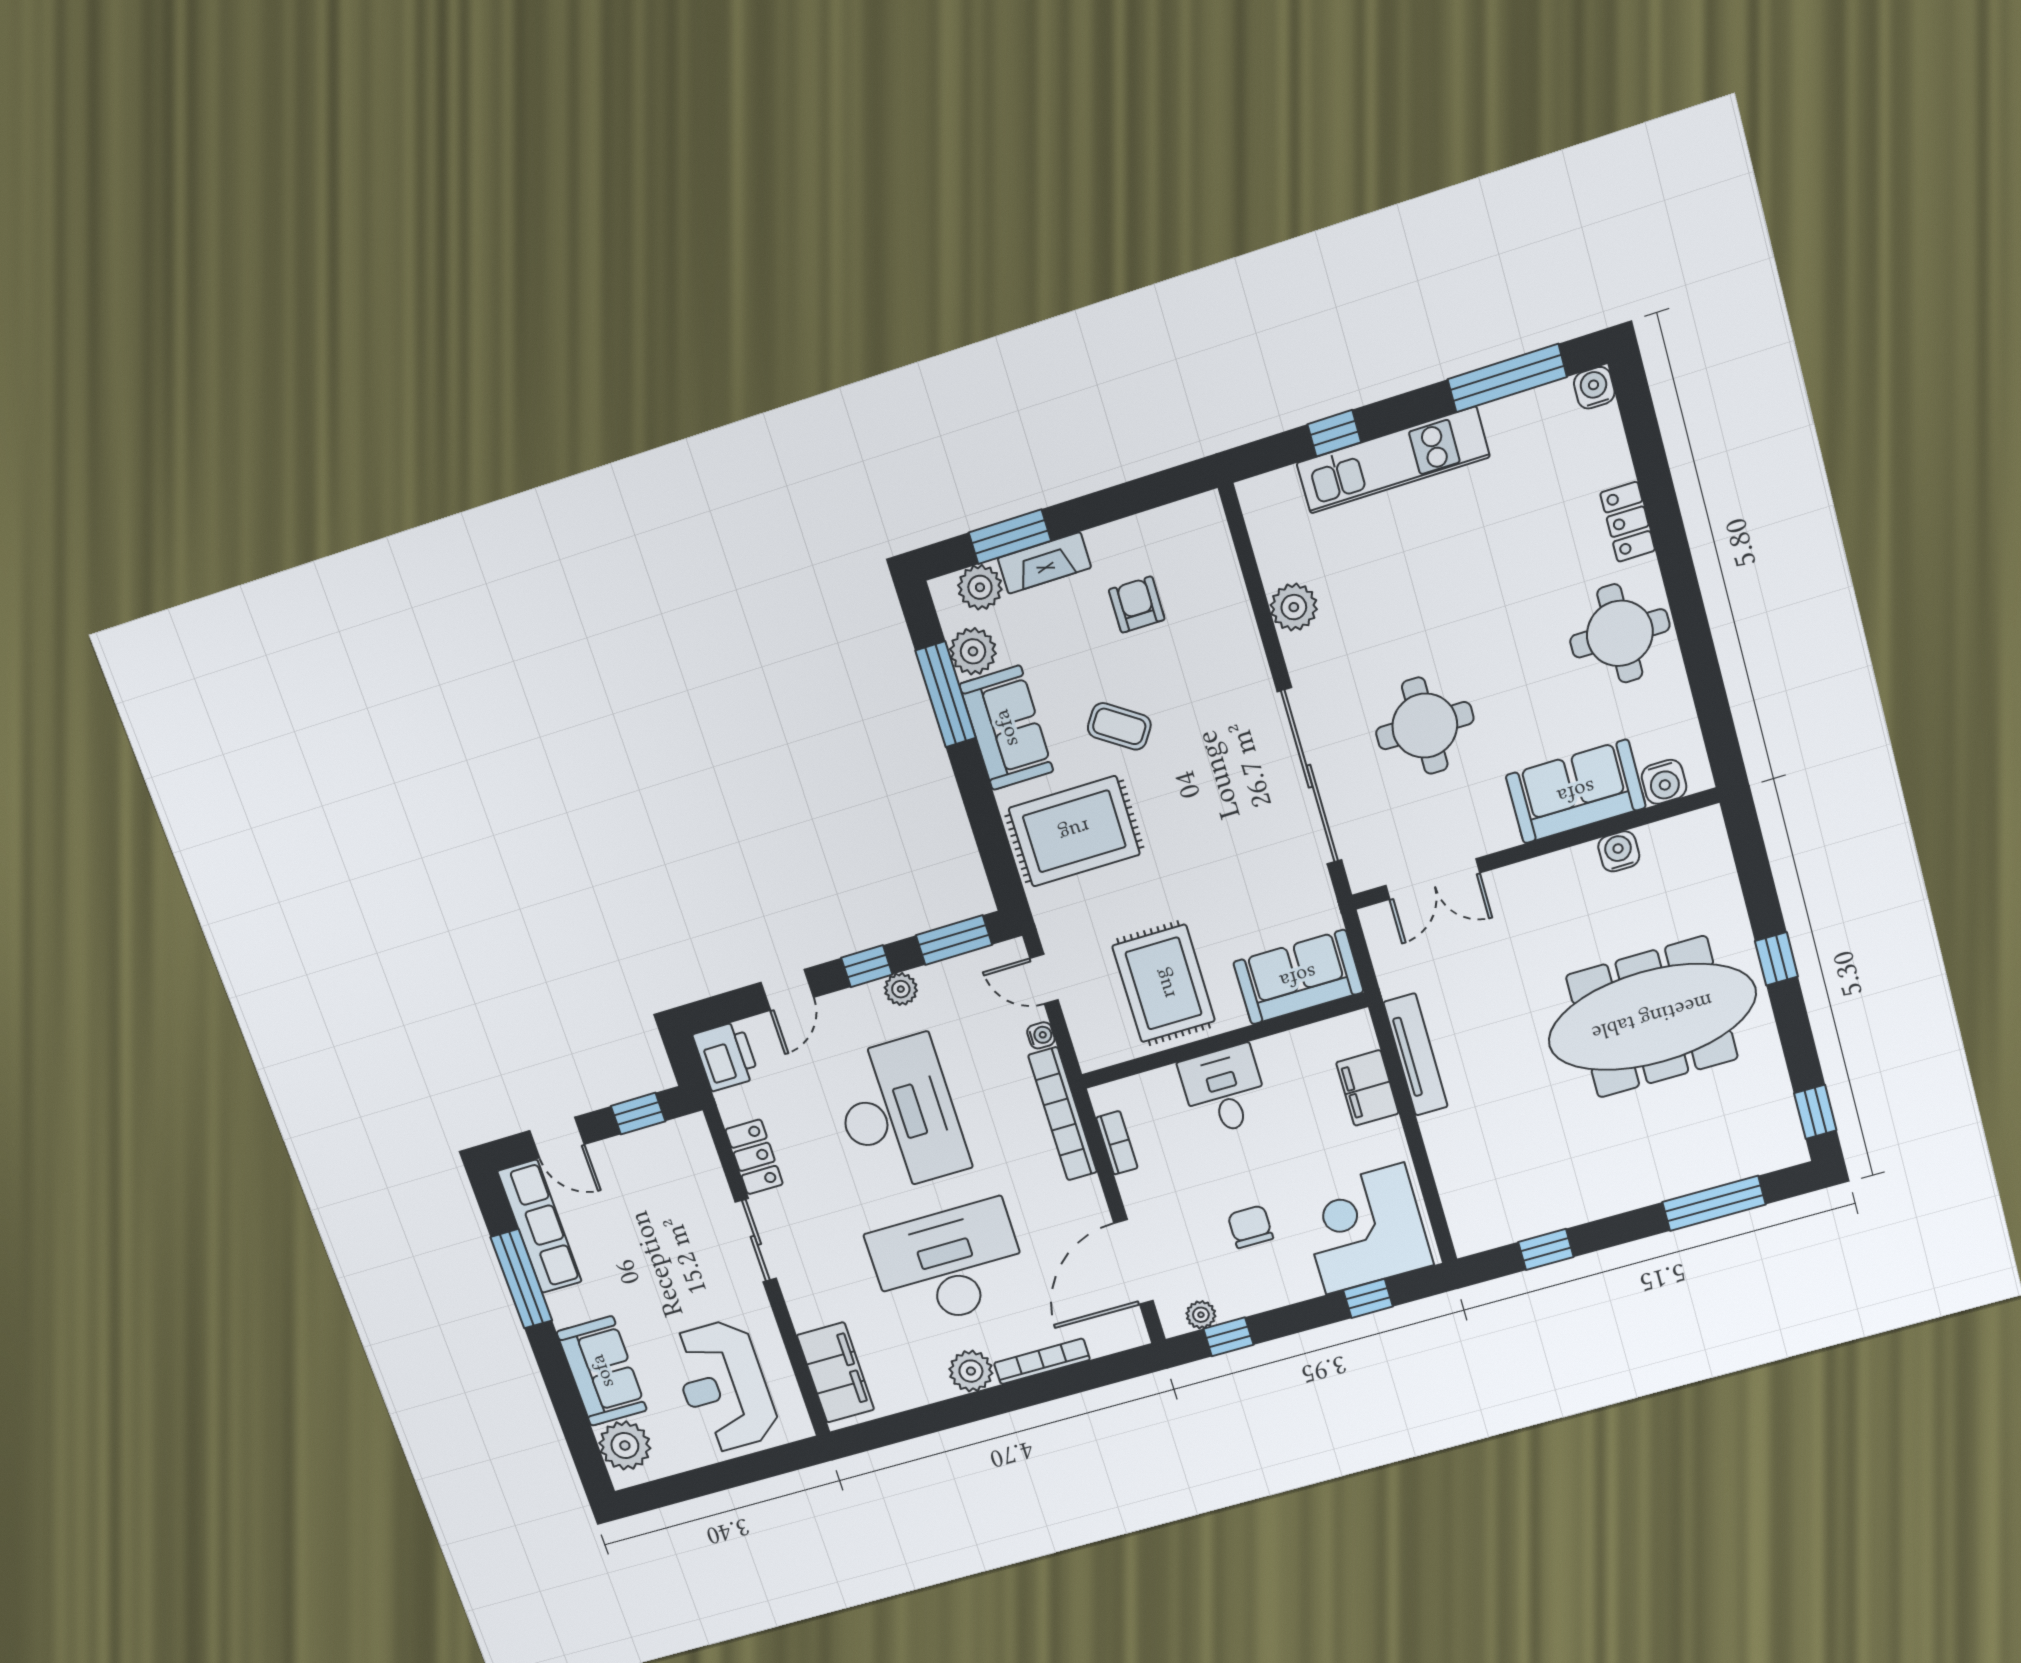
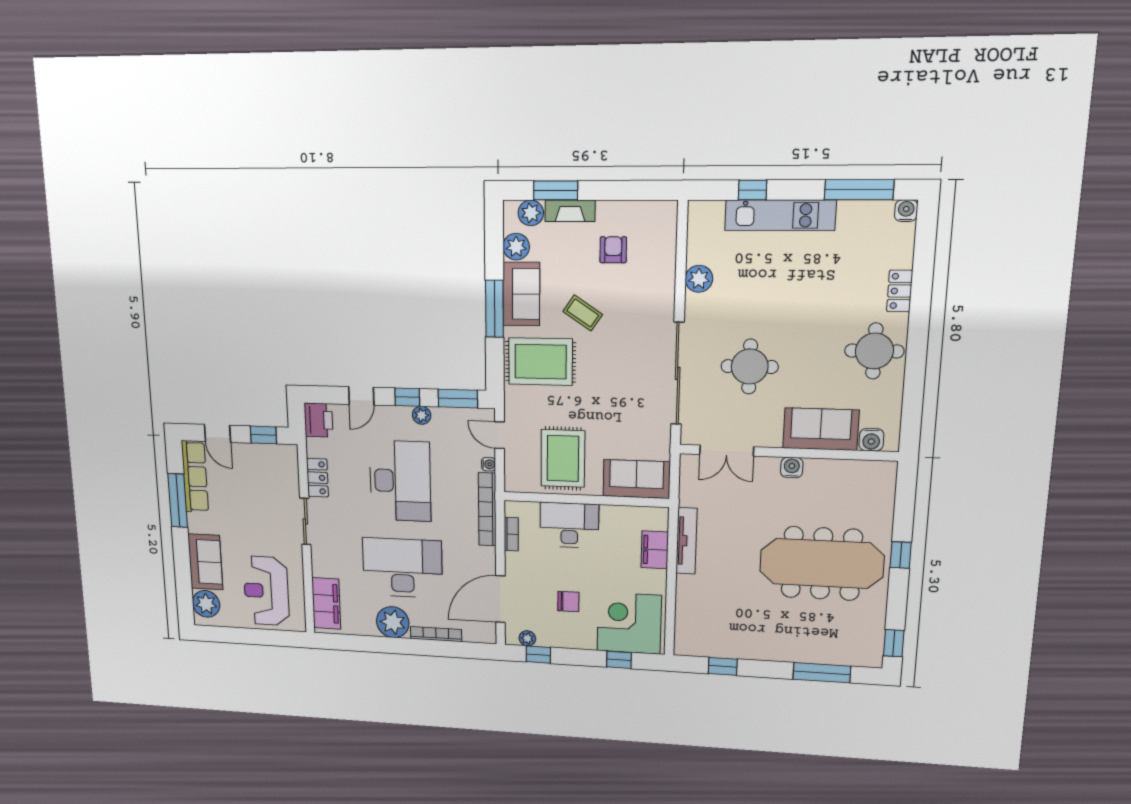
window: (946, 694) -> (494, 309), moved
water cooler: (1619, 851) -> (792, 468), moved
desk: (1224, 1090) -> (569, 525), width x1.37
chair: (1250, 1227) -> (568, 602), turned 90
plant: (971, 1371) -> (393, 622), width x1.36, depth x1.36

